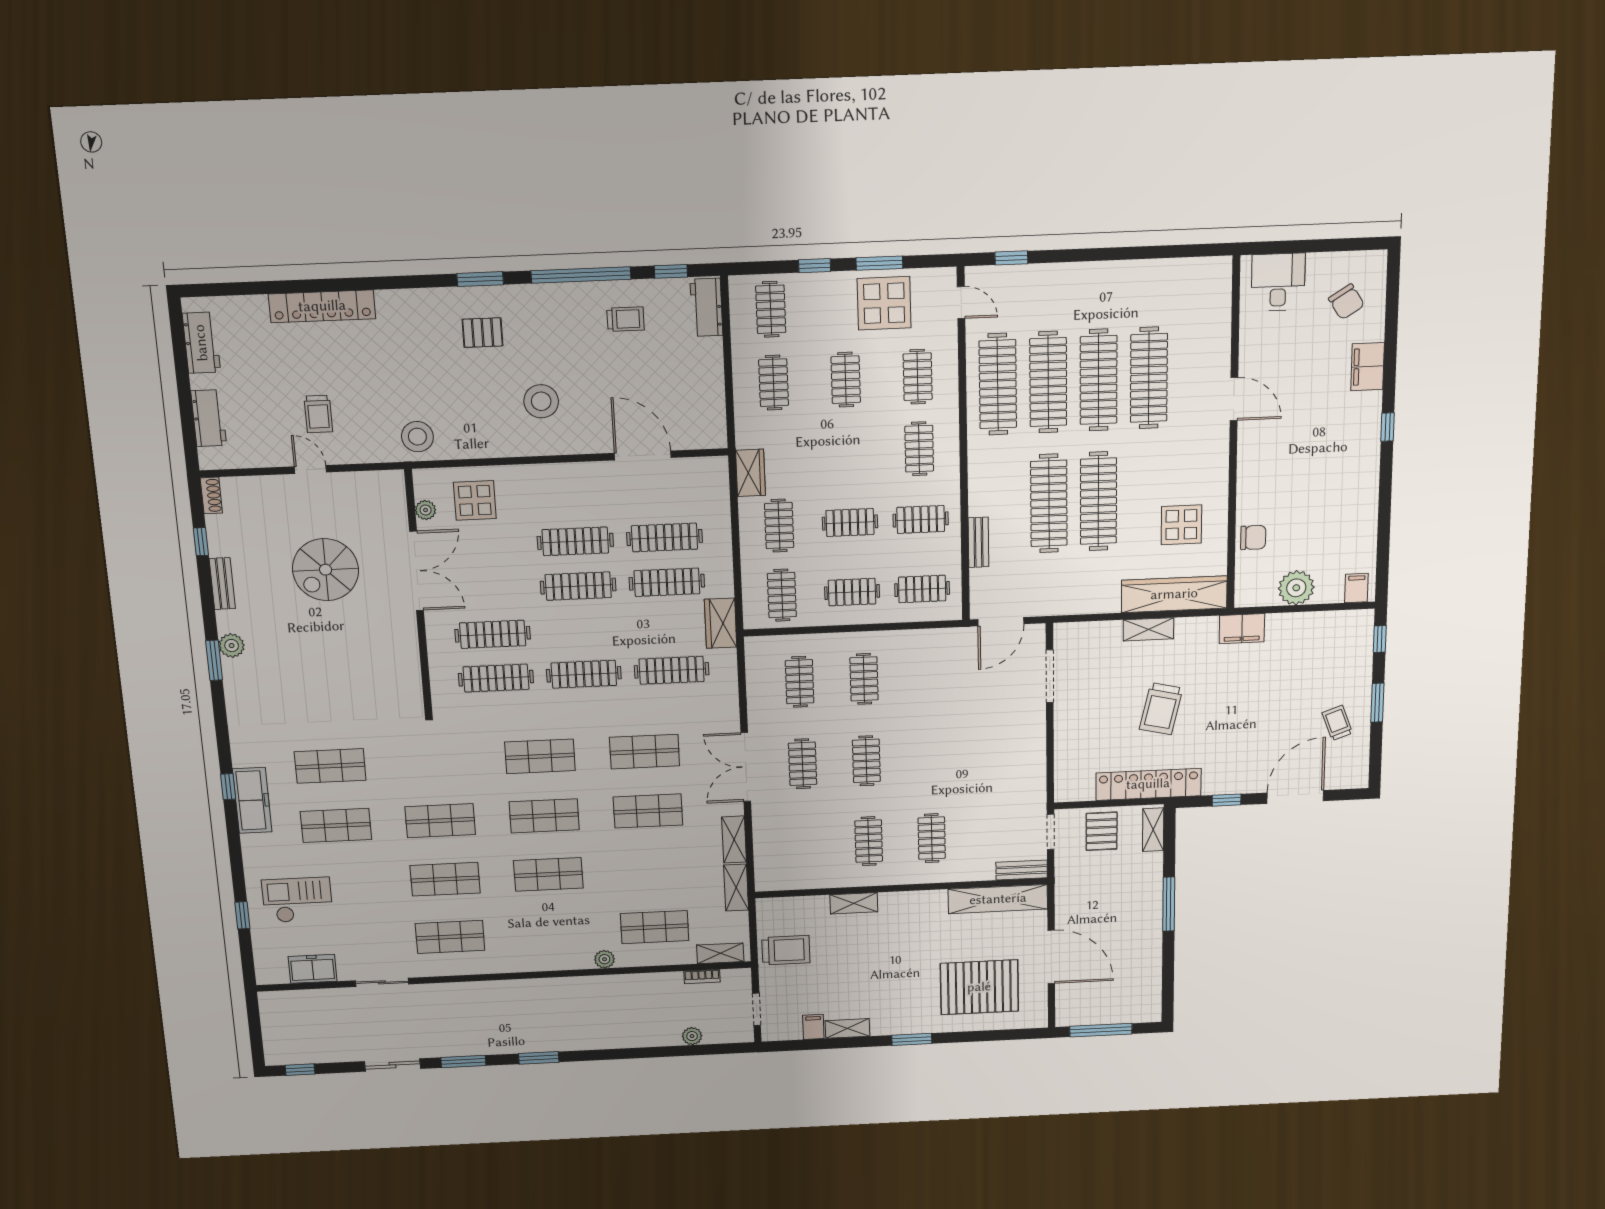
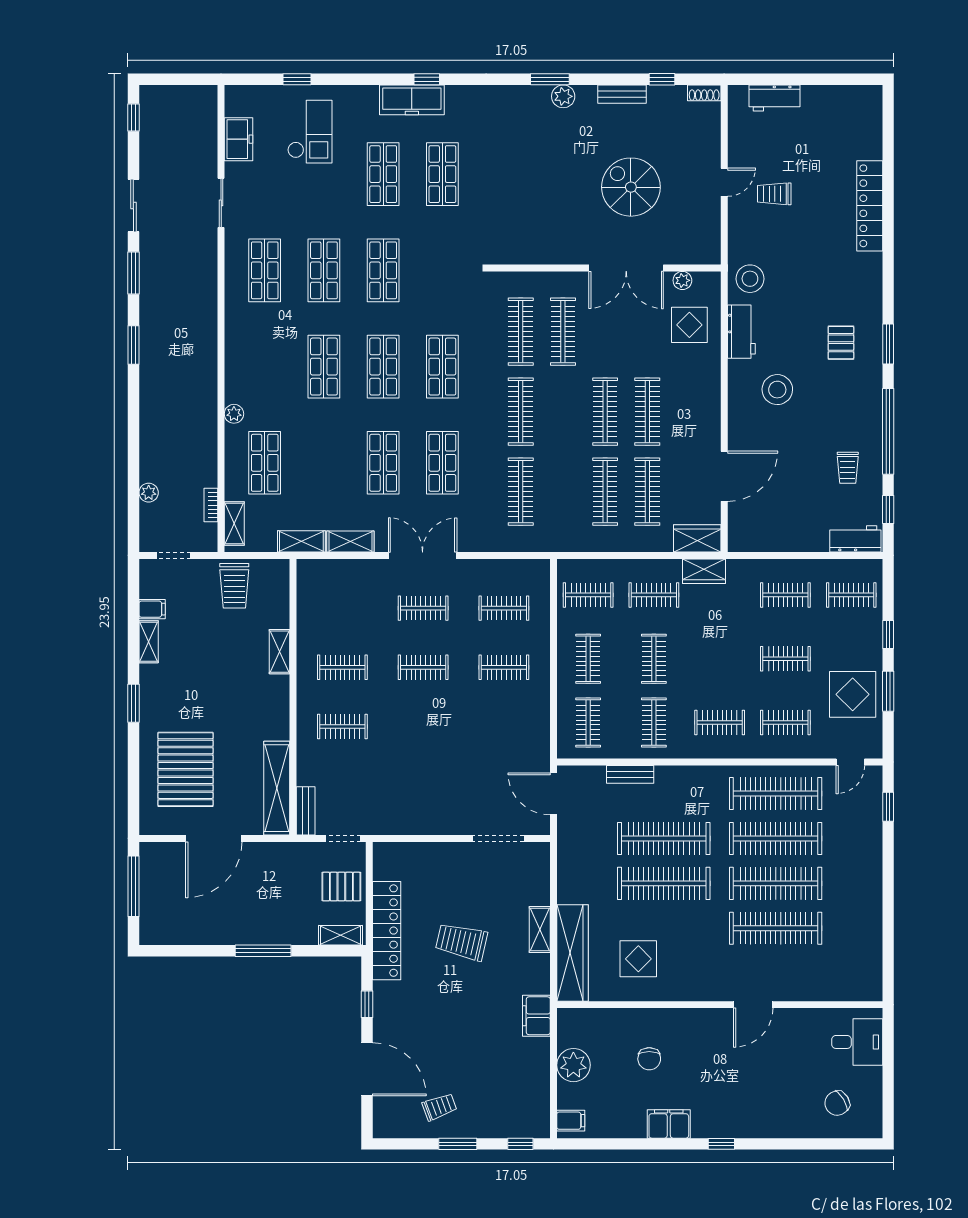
workbench: (201, 343) -> (741, 332), moved, turned -90
filing cabinet: (1368, 367) -> (669, 1124), moved
chair: (1253, 538) -> (649, 1059), moved
wardrobe: (721, 623) -> (697, 538), moved

